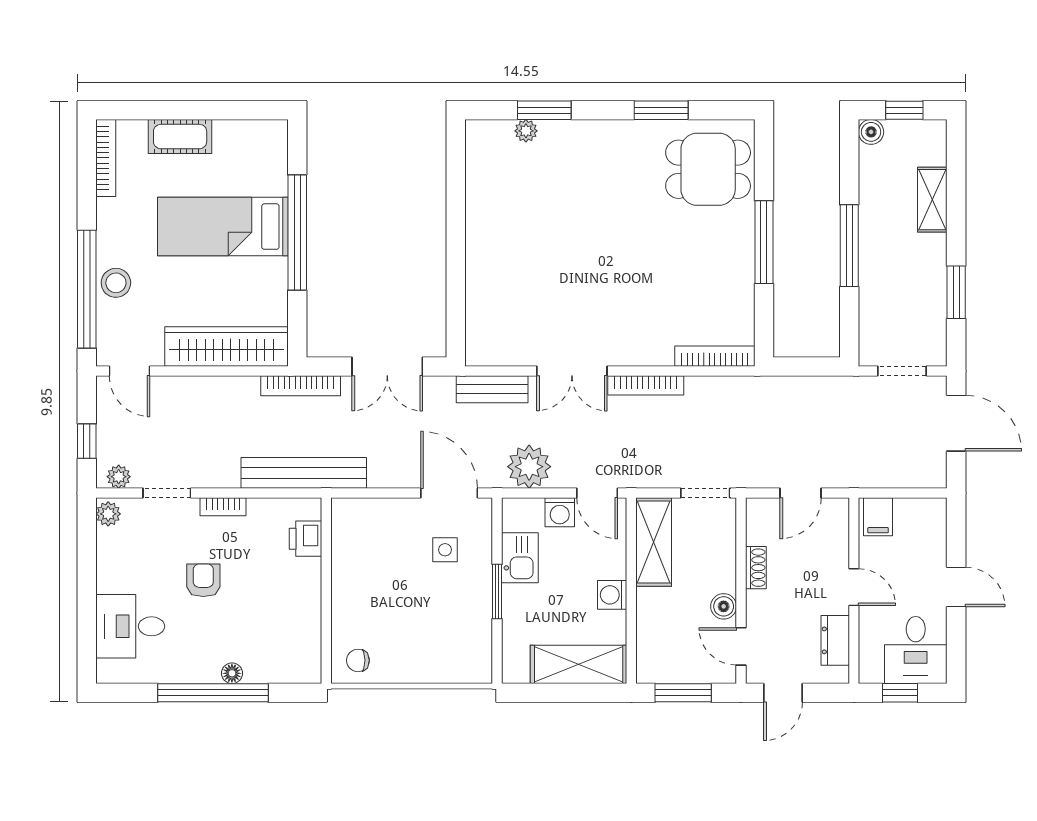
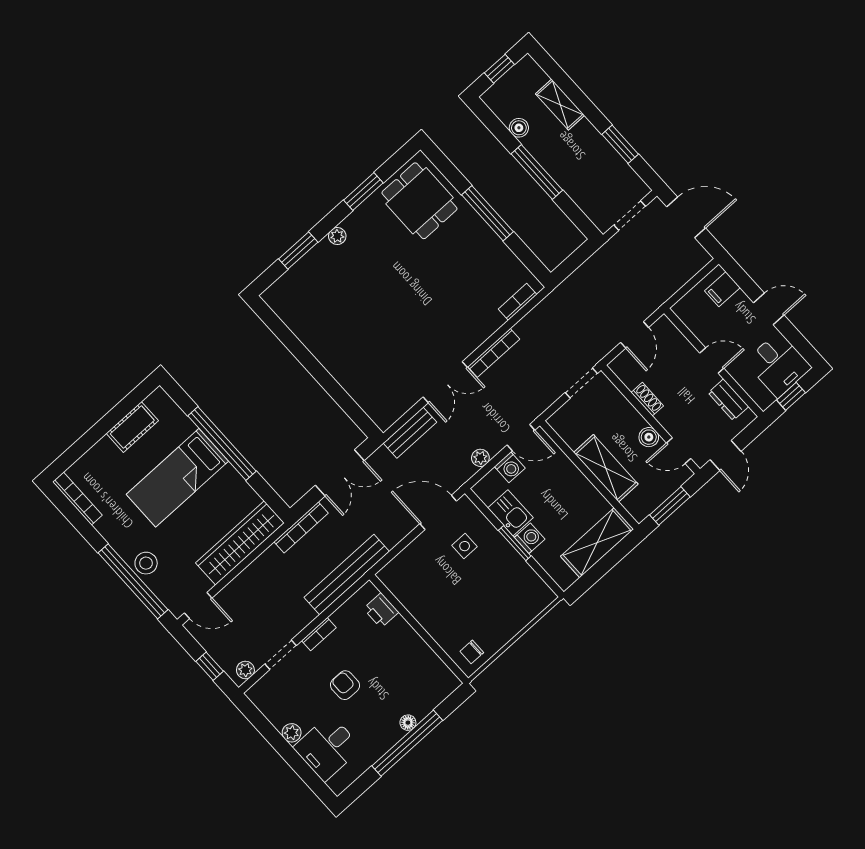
plant: (526, 131) -> (337, 236), moved
boiler: (871, 132) -> (519, 128), moved
cot: (180, 137) -> (132, 427), moved
dining table: (708, 169) -> (419, 201), turned 90
bookcase: (715, 356) -> (518, 302), width x0.64
plant: (529, 467) -> (480, 458), width x0.53, depth x0.53
plant: (108, 514) -> (292, 733), moved
filing cabinet: (878, 517) -> (722, 289), moved, turned 90
shelving: (654, 542) -> (606, 468), moved
washing machine: (612, 595) -> (530, 538), moved, turned 180

